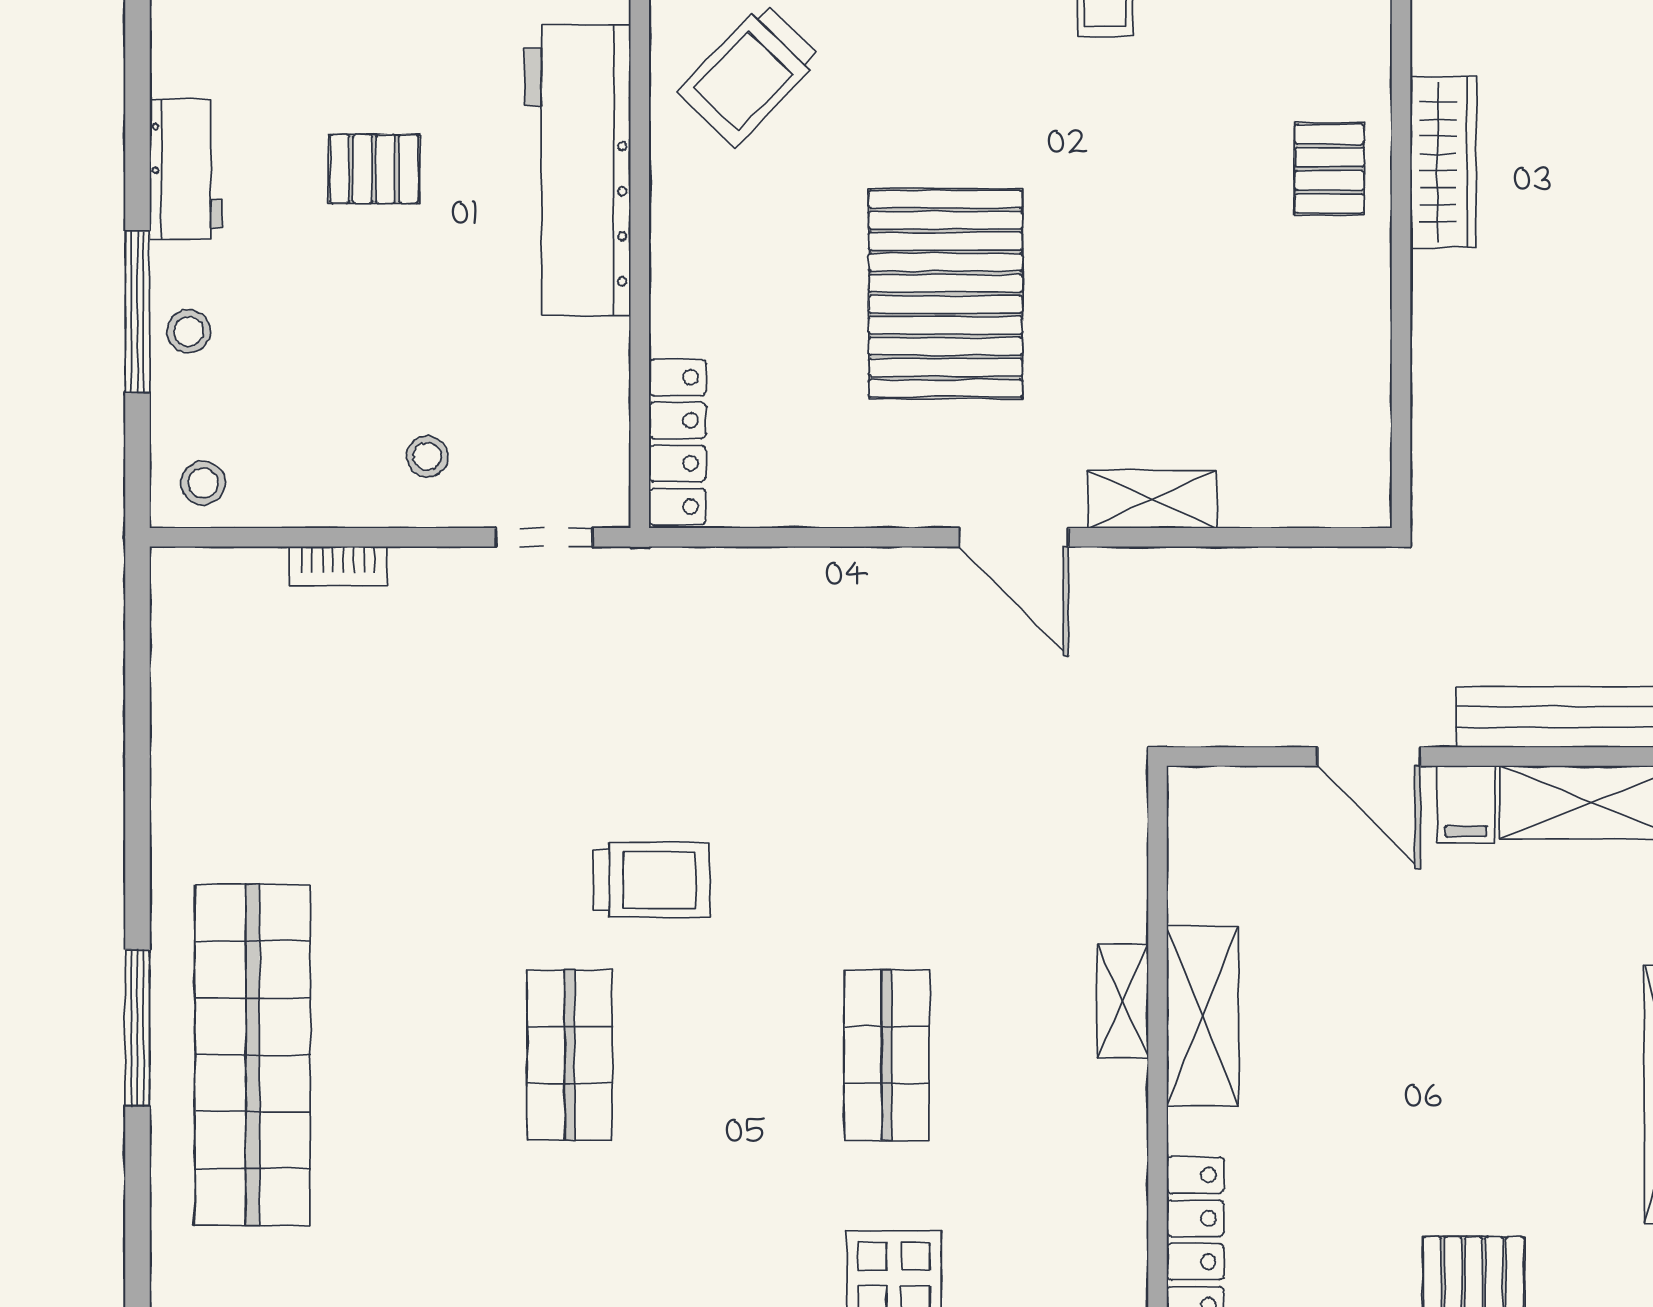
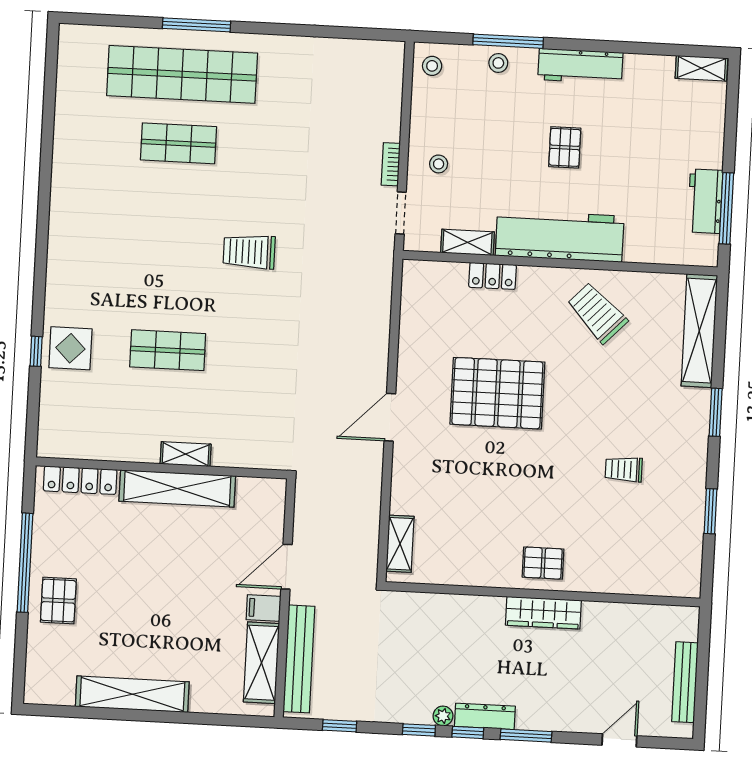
workbench: (186, 169) -> (580, 66), width x1.38
shelving: (604, 381) -> (467, 242), added
locker: (677, 442) -> (492, 276), moved, width x0.66
shelving: (1152, 499) -> (400, 544), moved
bookcase: (338, 566) -> (391, 164), moved
trolley: (651, 880) -> (249, 252), turned 90
shelving: (1203, 1016) -> (177, 489), width x1.47
shop shelf: (570, 1055) -> (178, 143), moved

